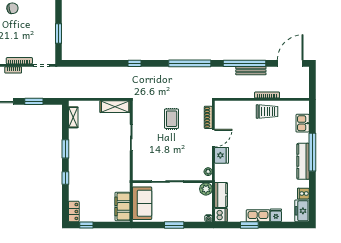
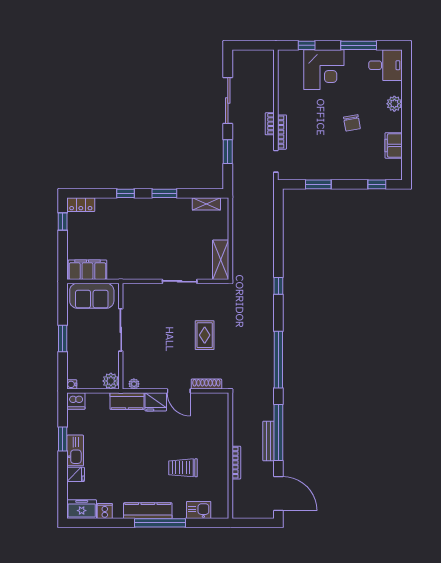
trolley: (267, 111) -> (183, 468), moved, turned 90
rug: (172, 119) -> (205, 335), turned 90
kitchen counter: (221, 195) -> (127, 401), moved

